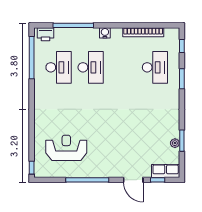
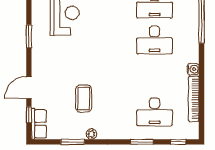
water cooler: (105, 33) -> (193, 69), moved
coffee table: (143, 131) -> (84, 99), added
plant: (175, 143) -> (91, 134), moved
window: (87, 180) -> (29, 36), width x0.47

